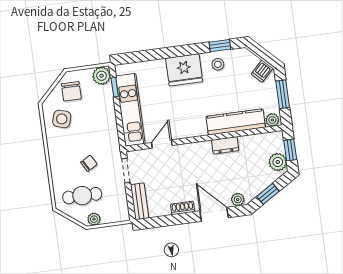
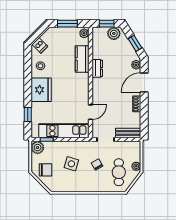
window: (220, 46) -> (28, 115), moved
dishwasher: (262, 71) -> (40, 45), moved
side table: (62, 119) -> (71, 164), moved
kitchen counter: (236, 122) -> (82, 59), width x0.67
door: (162, 144) -> (91, 112), swing flipped

